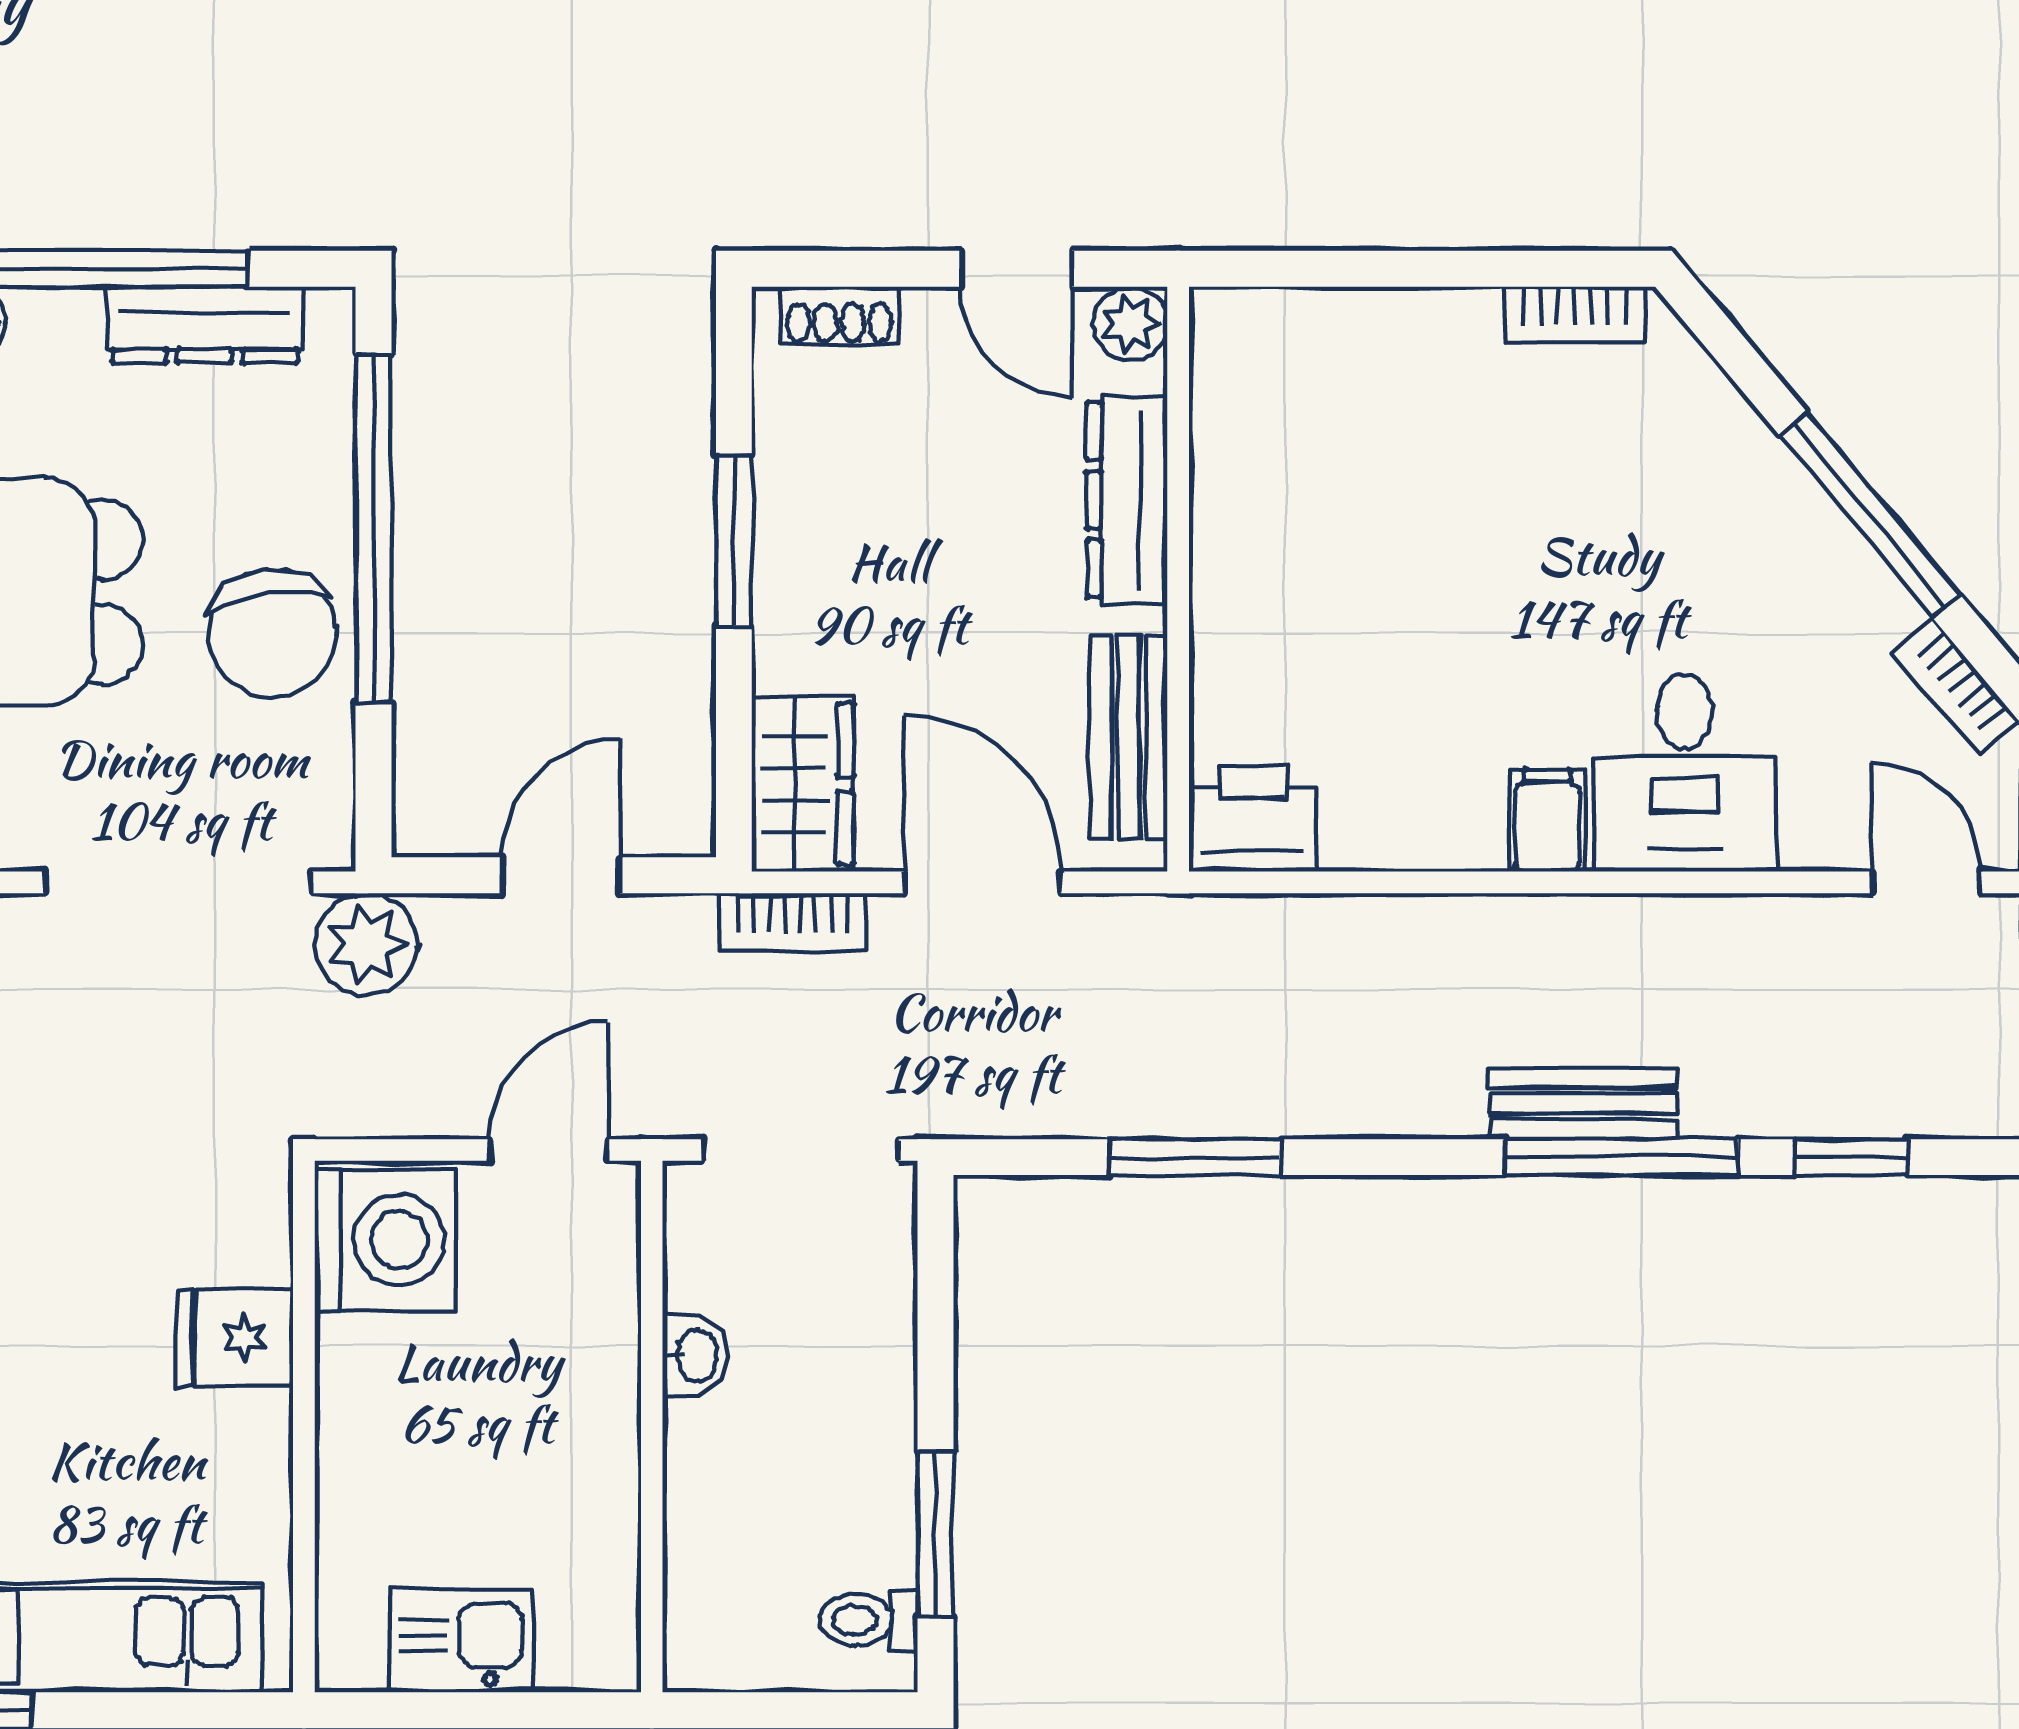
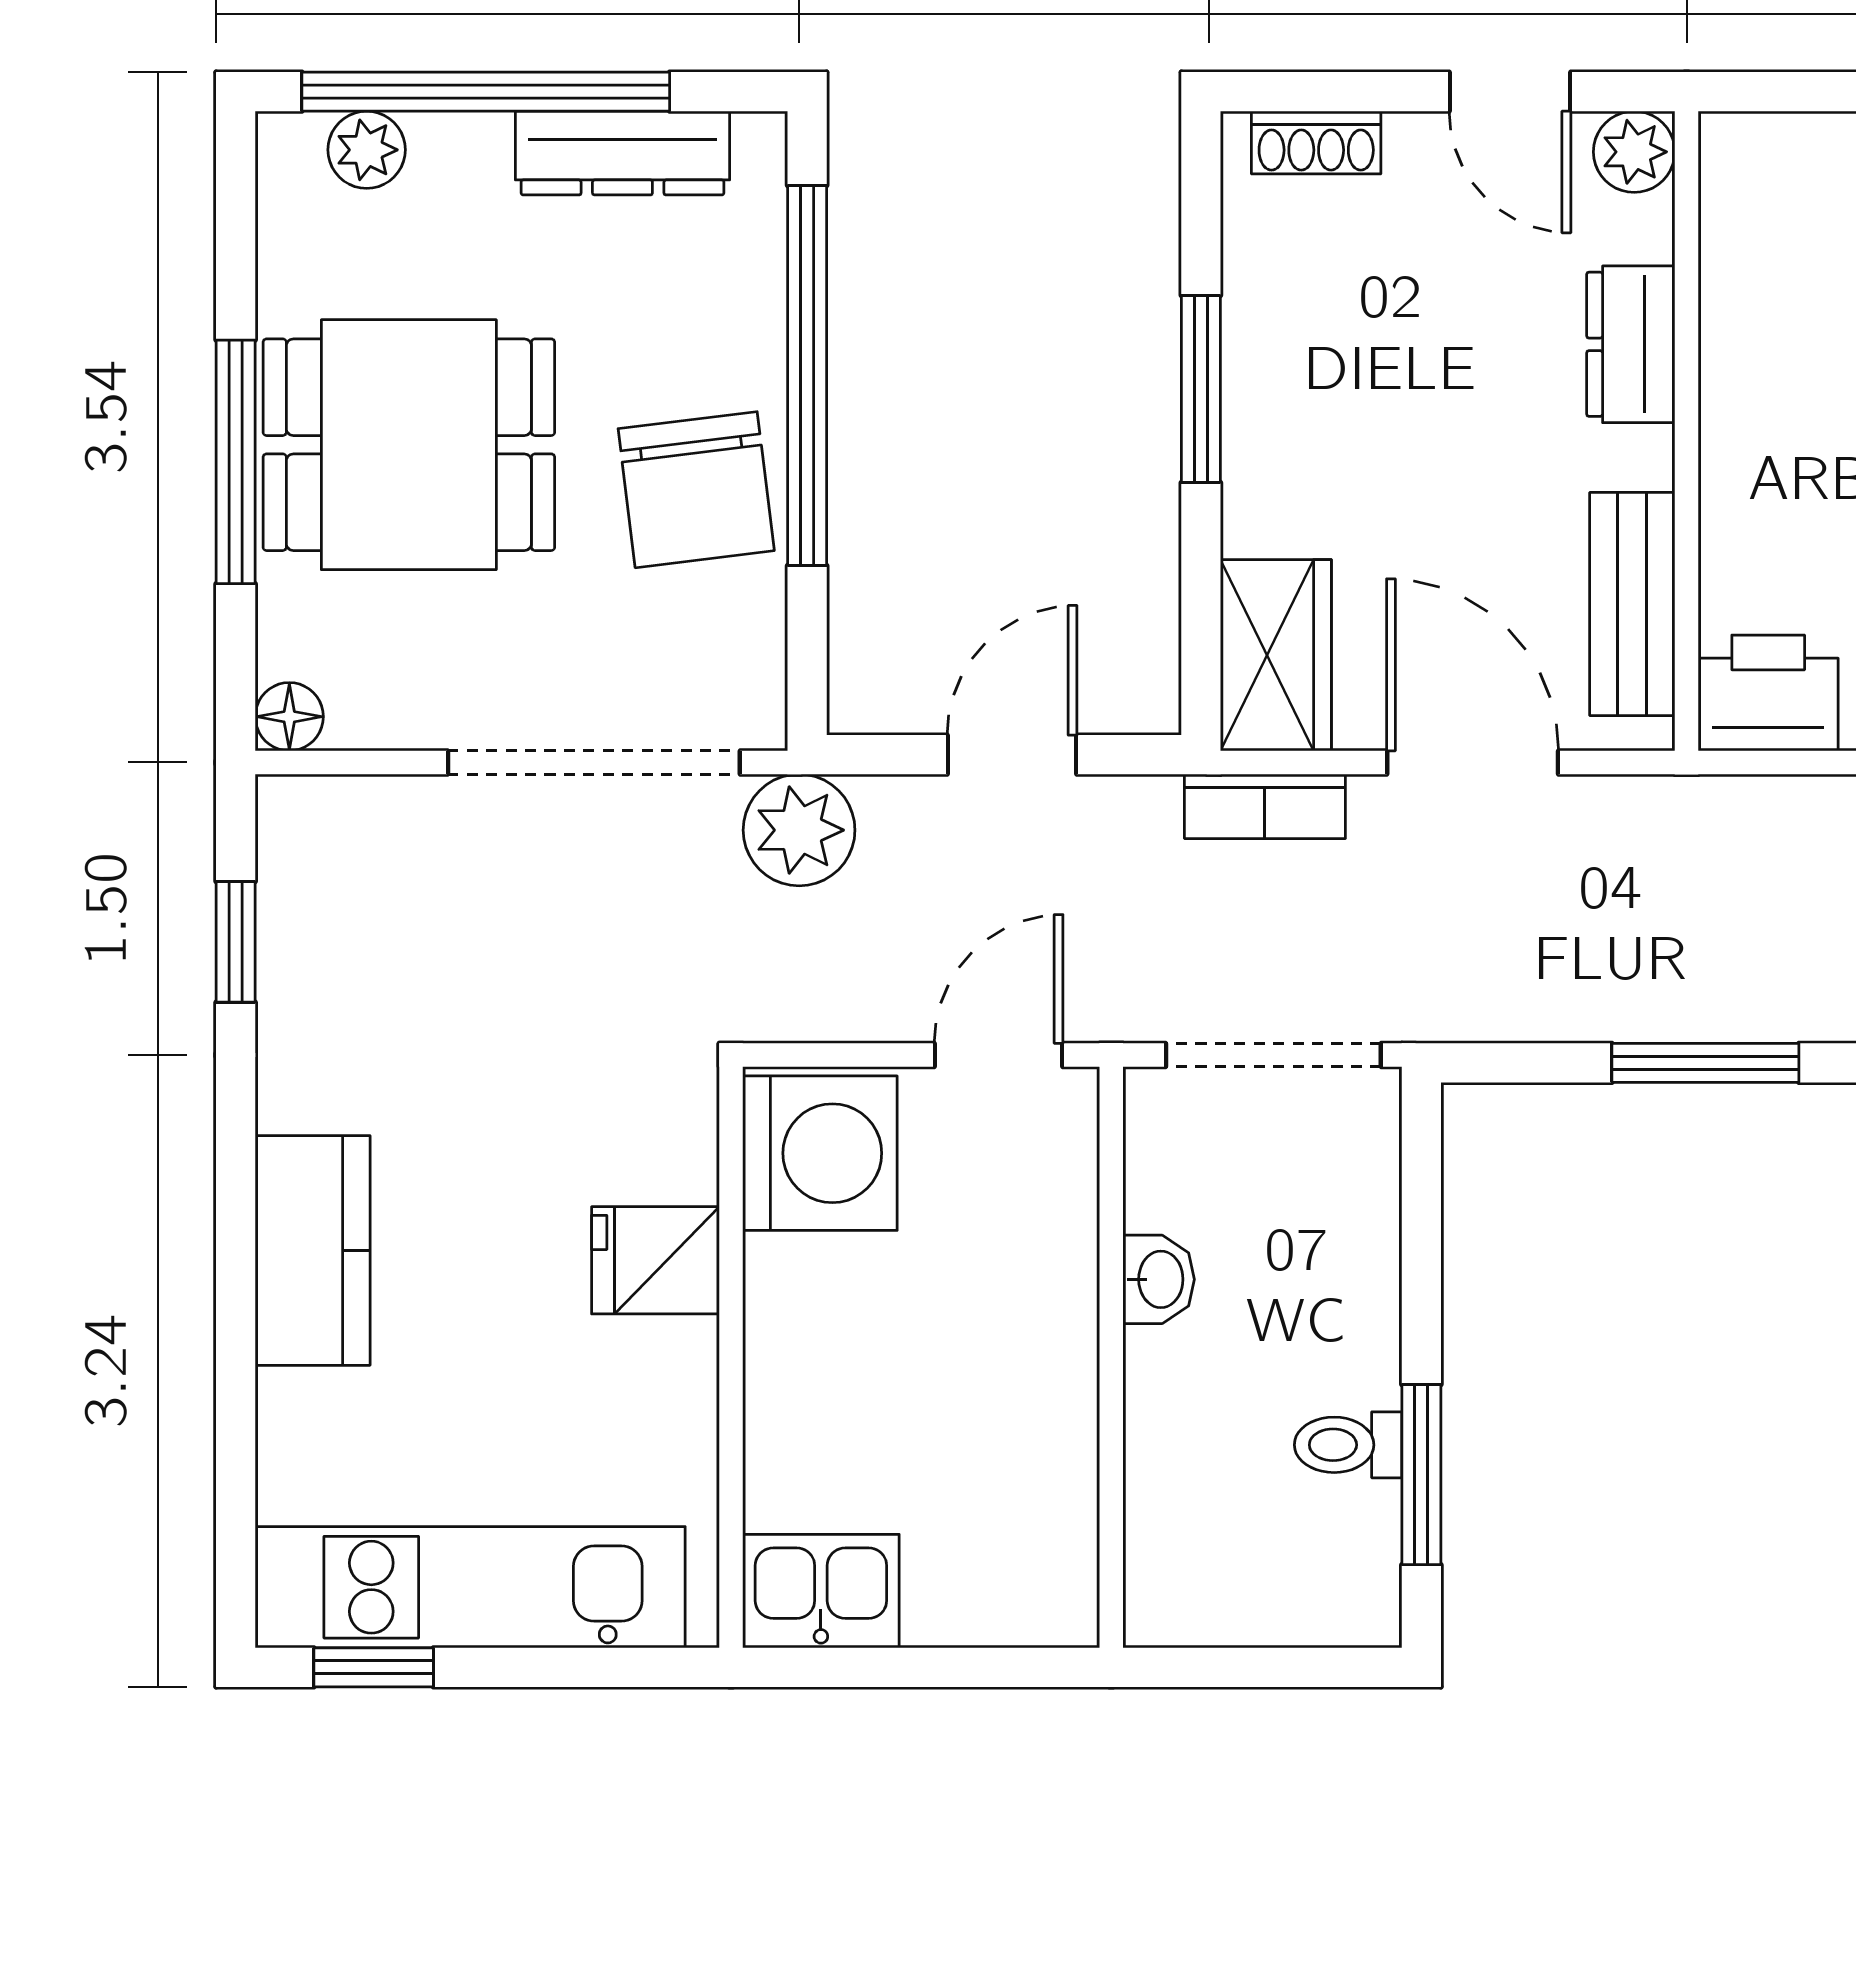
dresser: (1127, 500) -> (1631, 344), width x0.70
toilet: (868, 1620) -> (1348, 1445), moved
kitchen sink: (462, 1640) -> (821, 1591), moved

